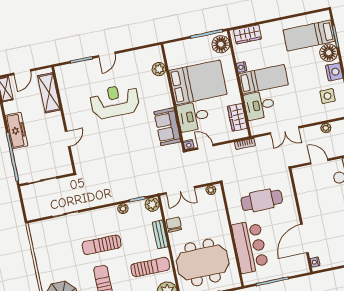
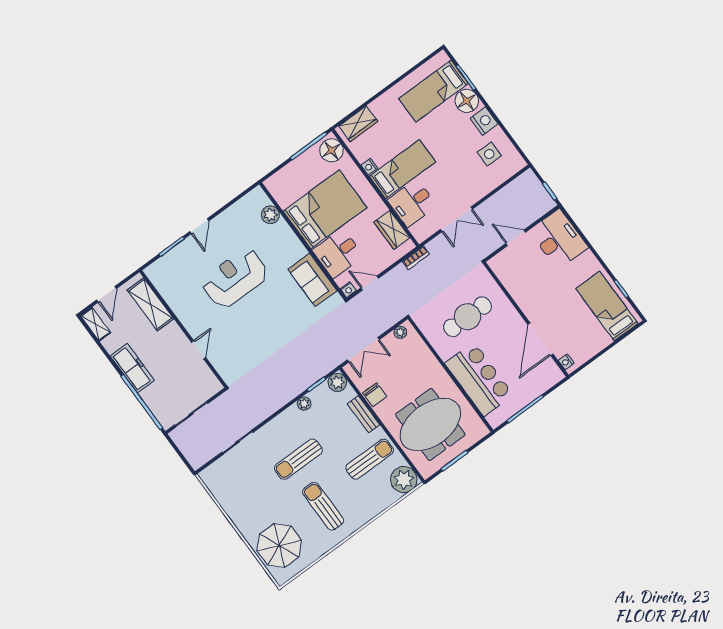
plant: (326, 128) -> (505, 194), removed
chair: (174, 225) -> (375, 395), turned 180

